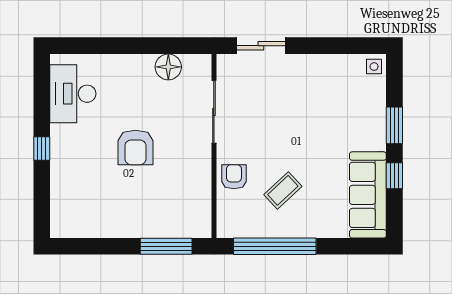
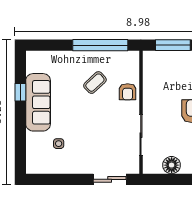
side table: (374, 67) -> (59, 144), moved
window: (394, 125) -> (20, 126), removed
sofa: (368, 195) -> (38, 102), moved

